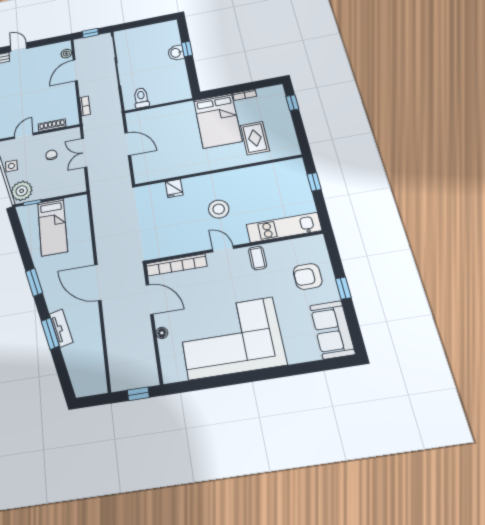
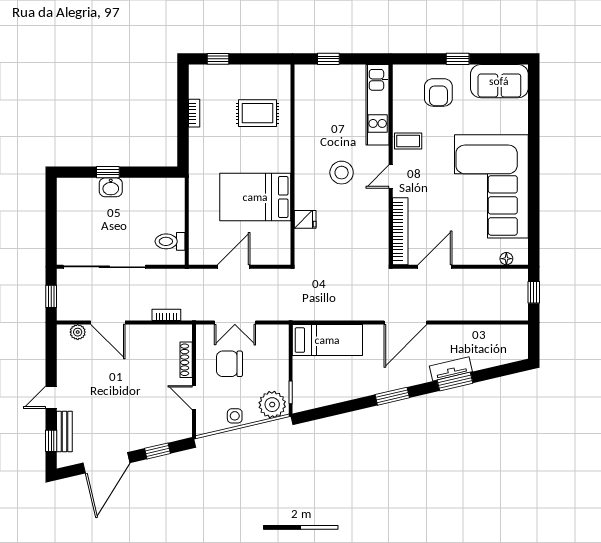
bed: (218, 121) -> (255, 197), moved, turned 180
chair: (51, 155) -> (229, 364), width x1.87, depth x1.87
bed: (52, 227) -> (327, 340), moved
floor lamp: (162, 333) -> (506, 259), moved

